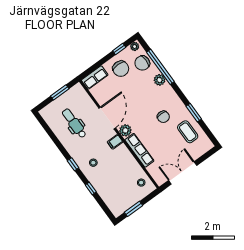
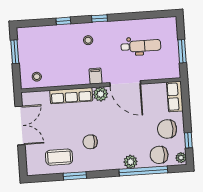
chair: (142, 63) -> (159, 155), turned -90

